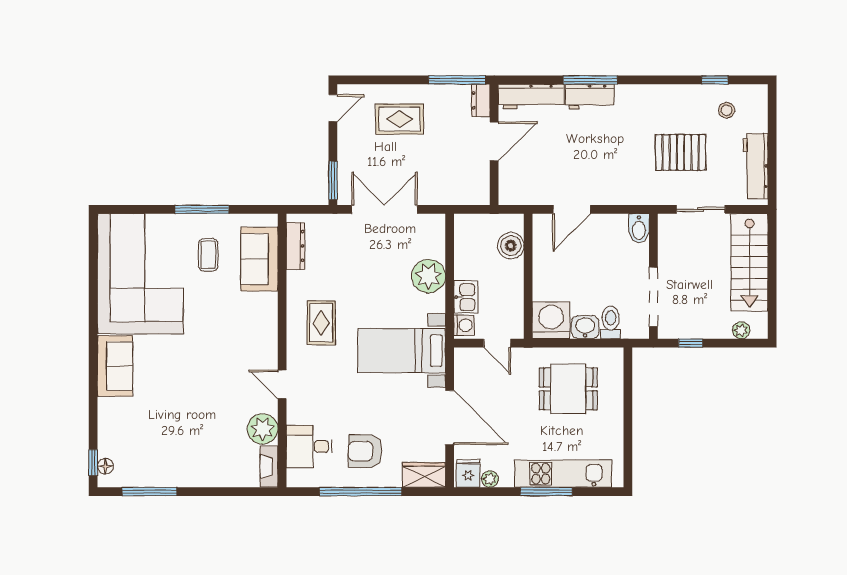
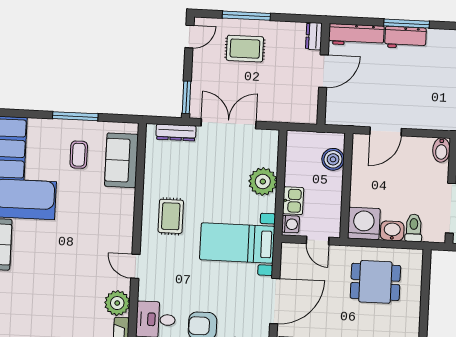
window: (457, 80) -> (246, 16), moved
dresser: (295, 246) -> (176, 132), moved, turned 90
door: (450, 417) -> (275, 301), hinge flipped

